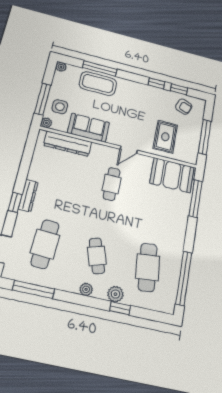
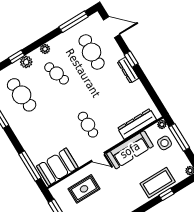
window: (100, 68) -> (166, 194), width x0.46
sofa: (88, 128) -> (130, 150), width x1.36
rug: (165, 137) -> (84, 189), turned 90
door: (129, 150) -> (98, 157), swing flipped

